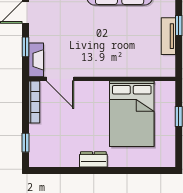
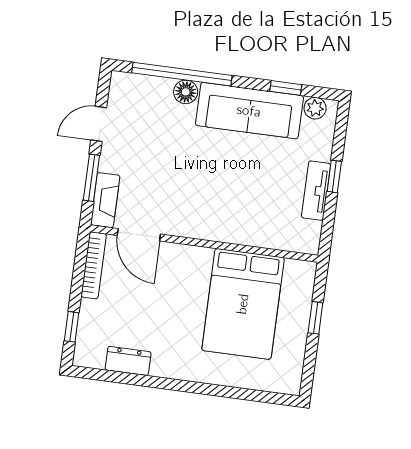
window: (25, 47) -> (91, 178), width x1.50
dresser: (93, 159) -> (128, 361), moved

